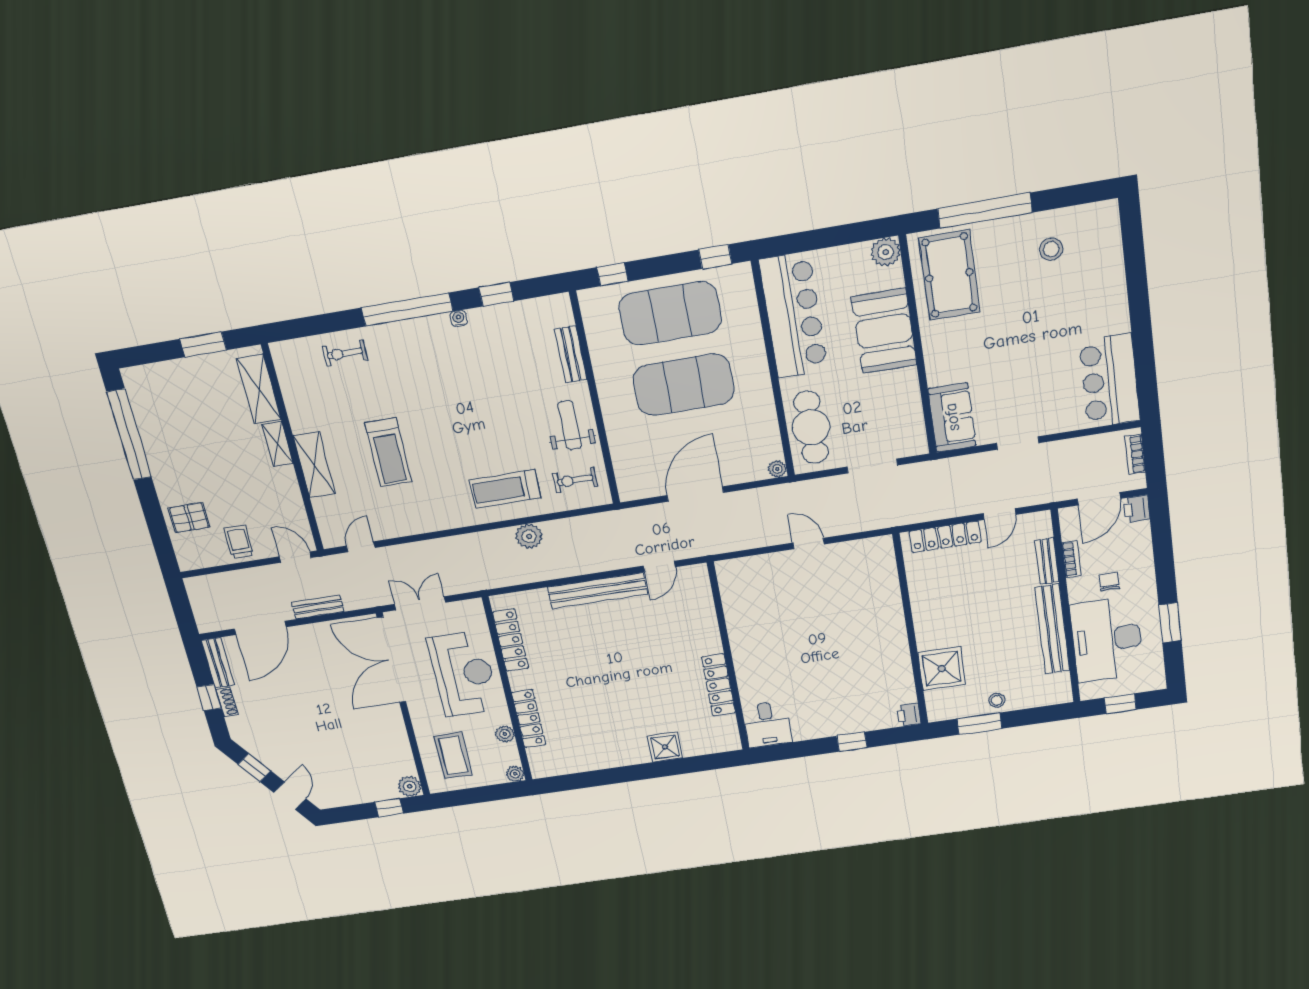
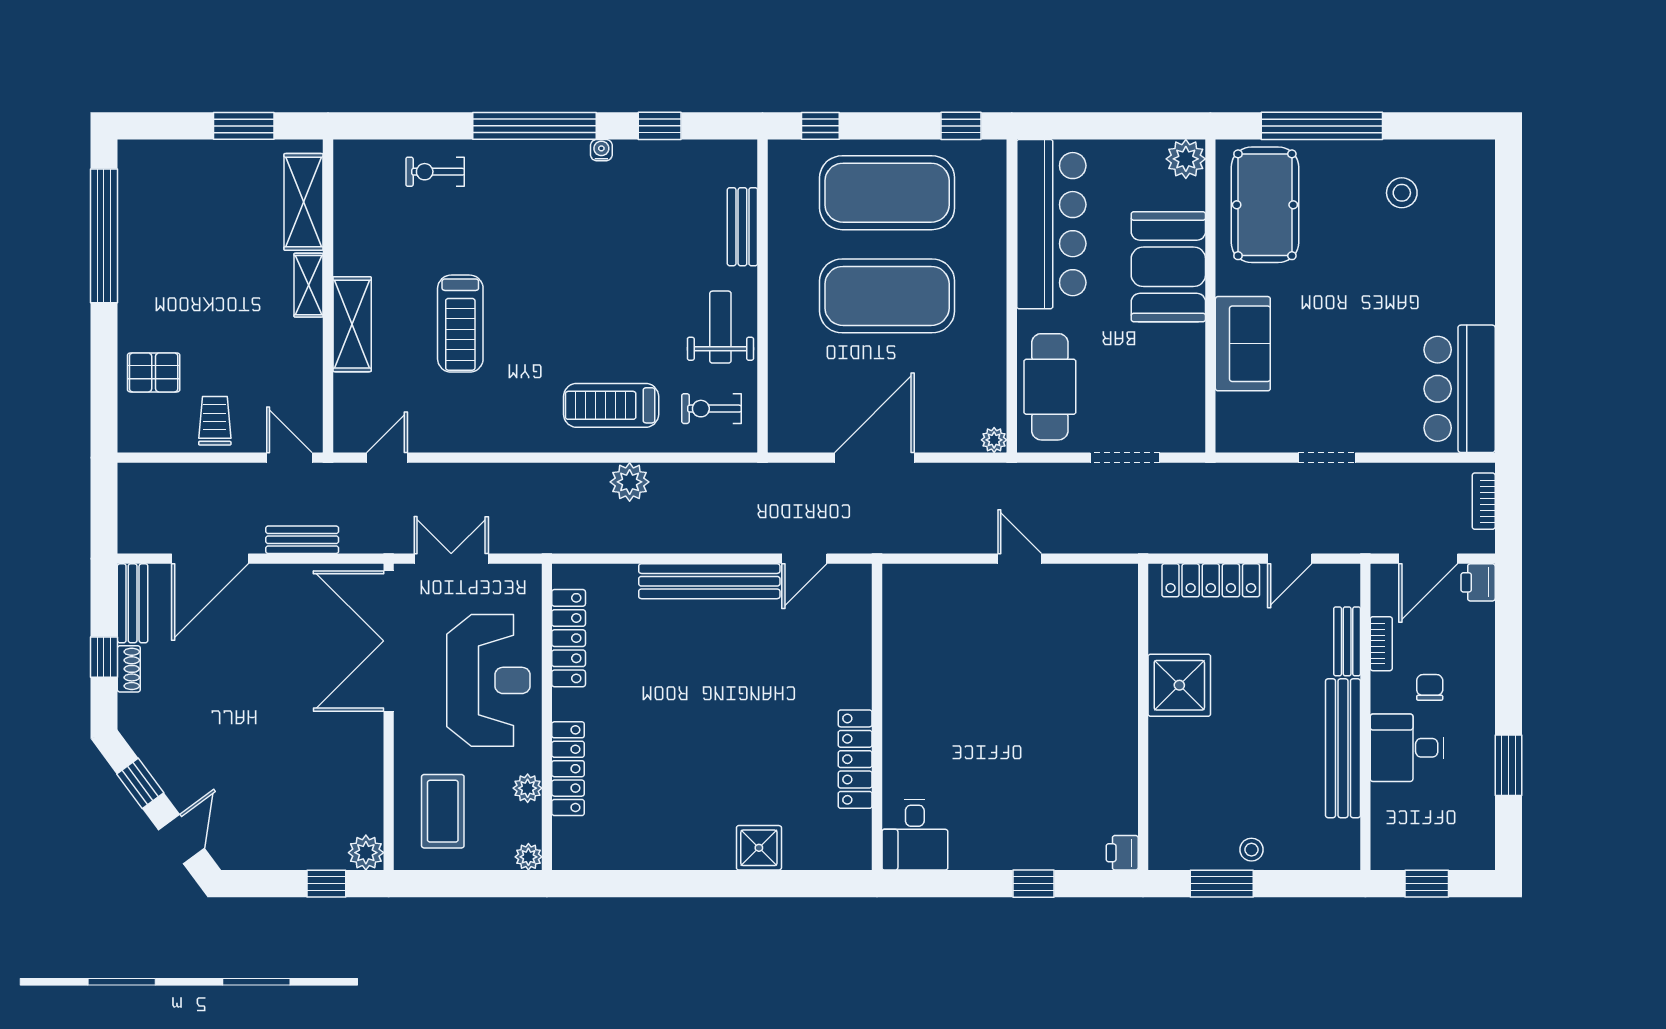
sofa: (952, 417) -> (1243, 344), moved
desk: (1107, 639) -> (1407, 748), width x0.53, depth x0.77
shower: (942, 669) -> (1179, 685), moved

